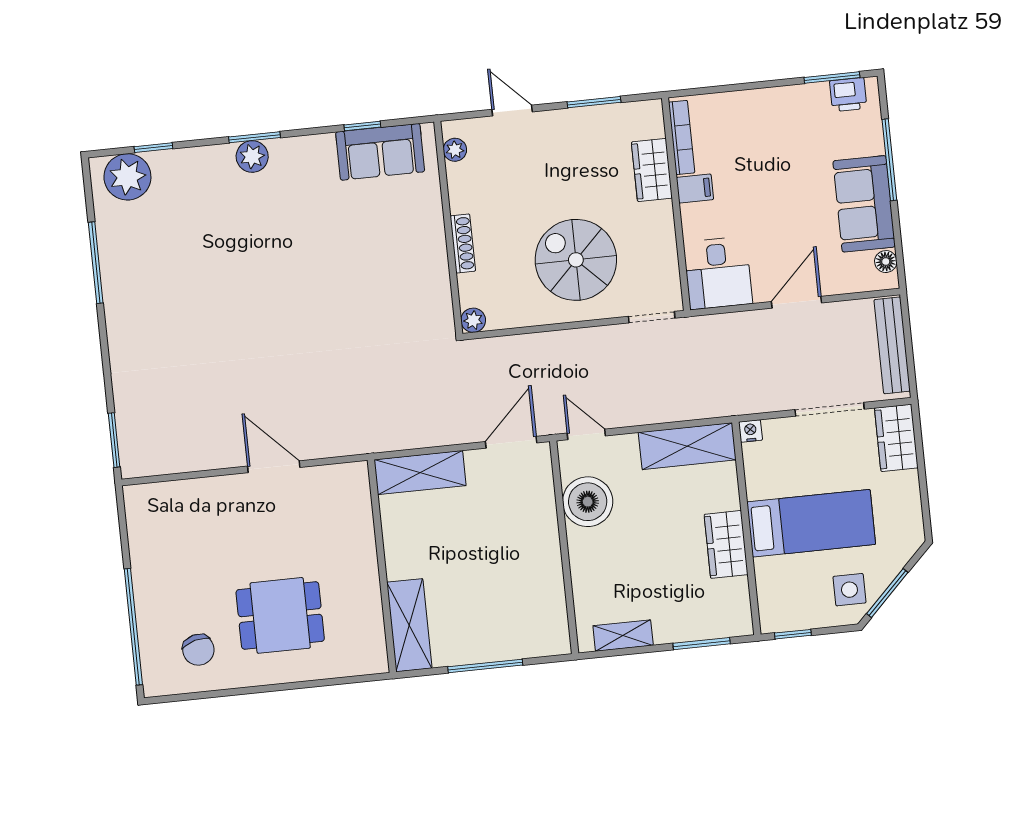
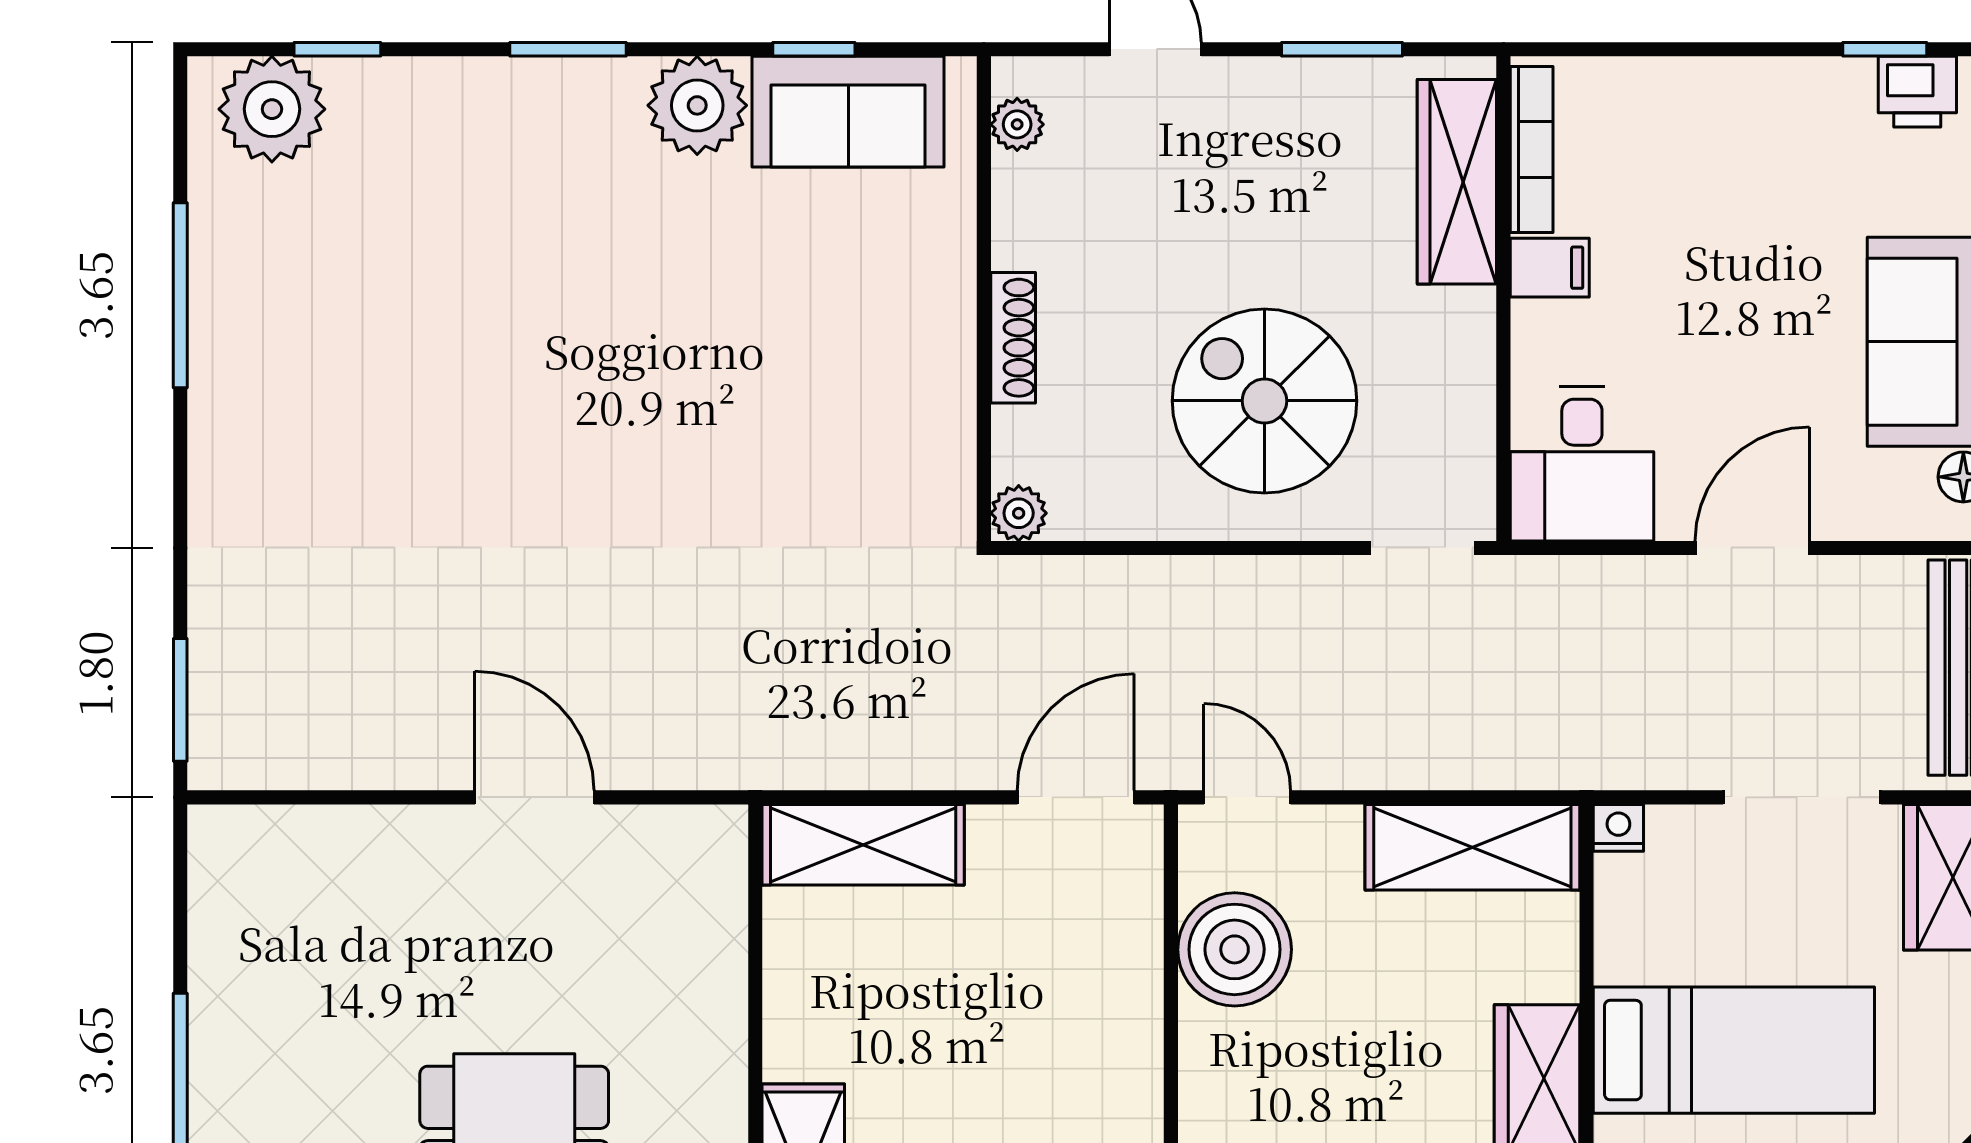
window: (832, 78) -> (1885, 49), width x0.67
plant: (252, 157) -> (697, 105), moved, width x1.36, depth x1.36
wardrobe: (652, 170) -> (1457, 182), width x1.50

